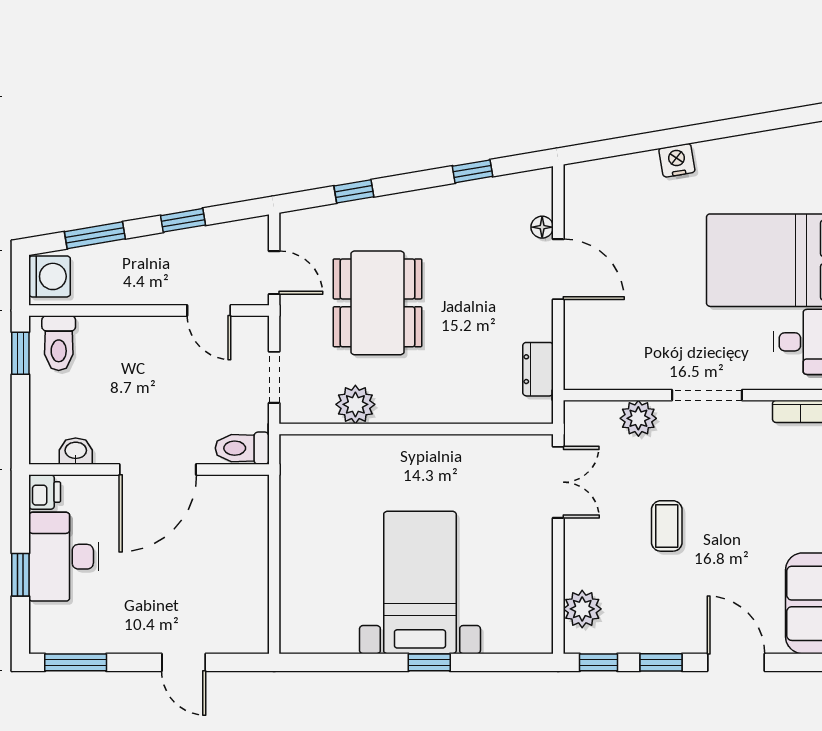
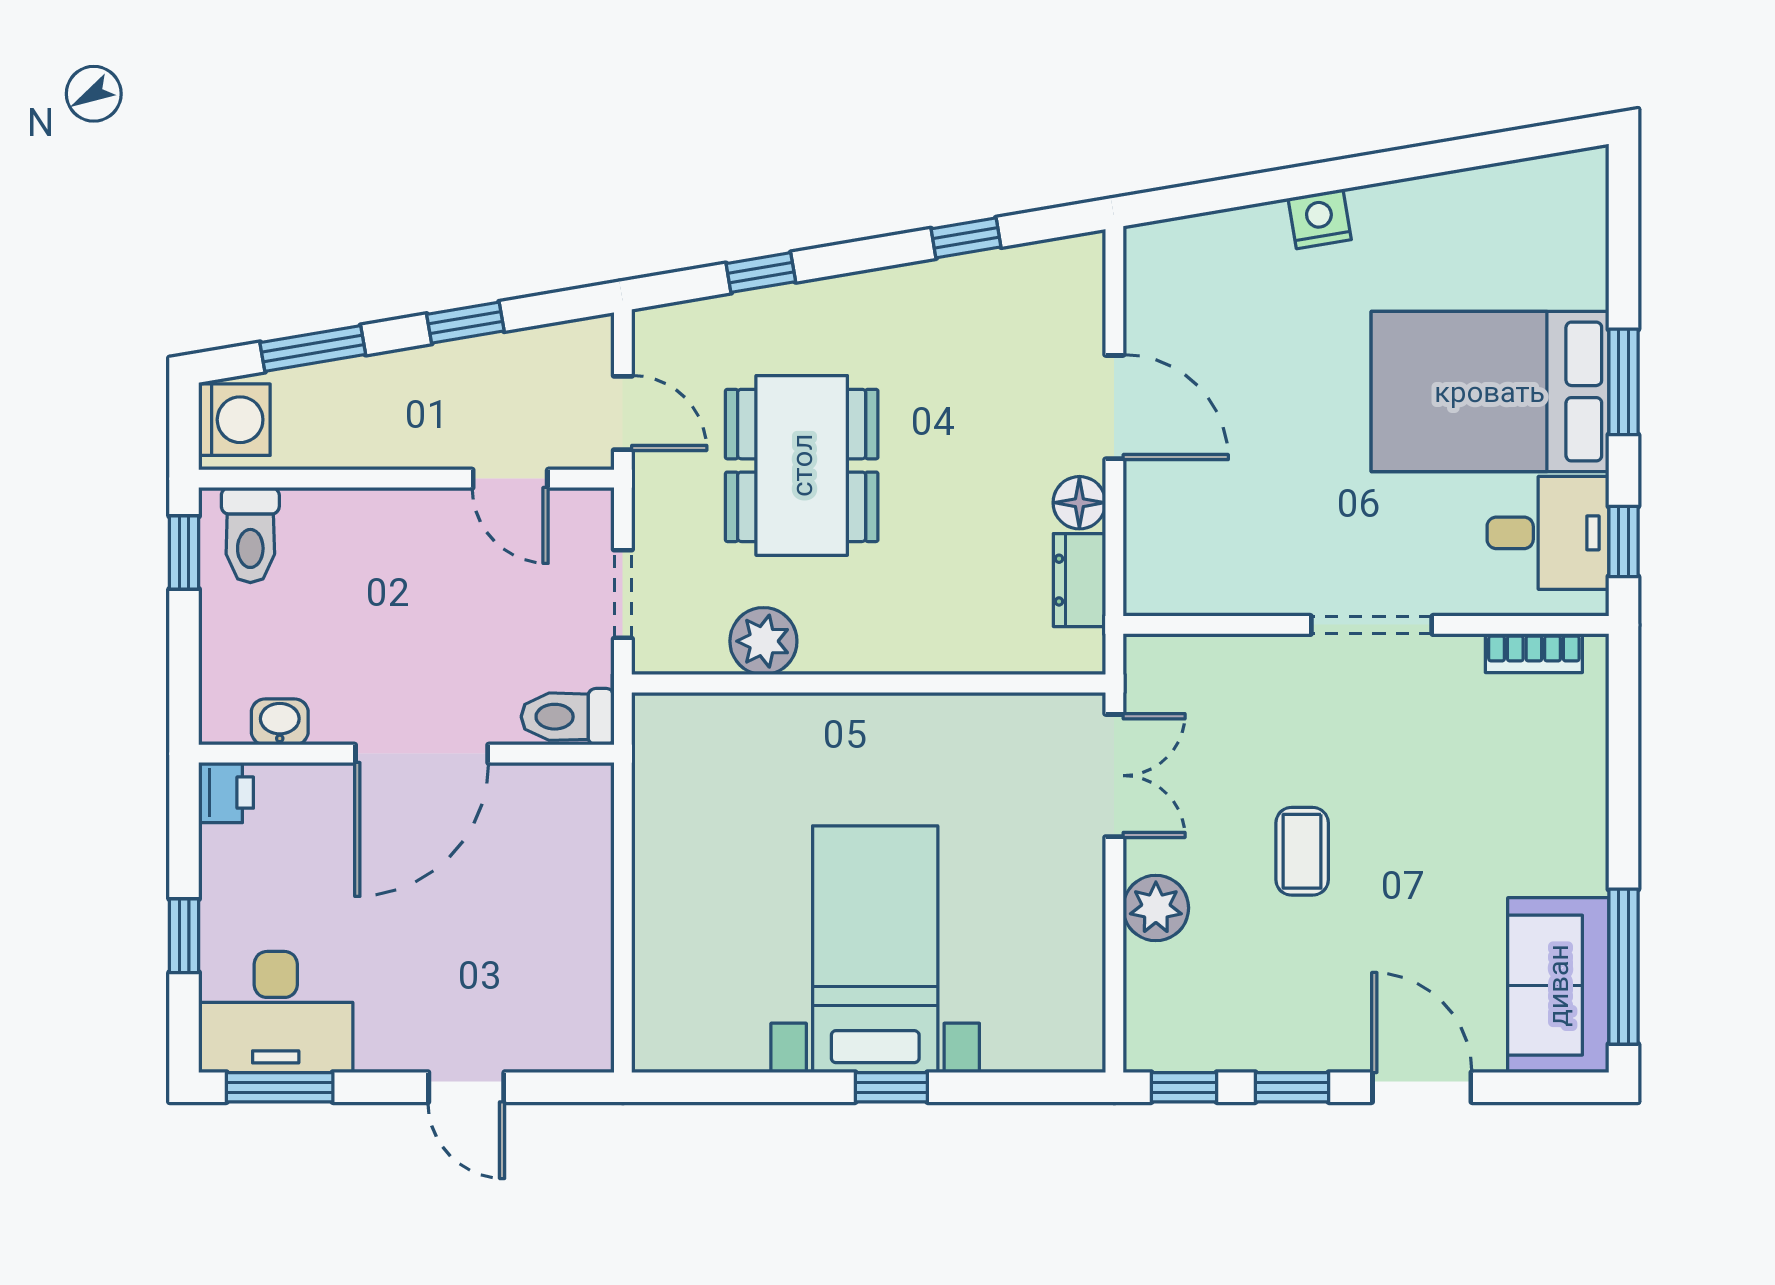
floor lamp: (542, 227) -> (1079, 503), moved, width x1.37, depth x1.37
plant: (638, 418) -> (1253, 665), removed
desk: (64, 557) -> (276, 1012), moved, turned -90
plant: (582, 609) -> (1156, 908), moved

